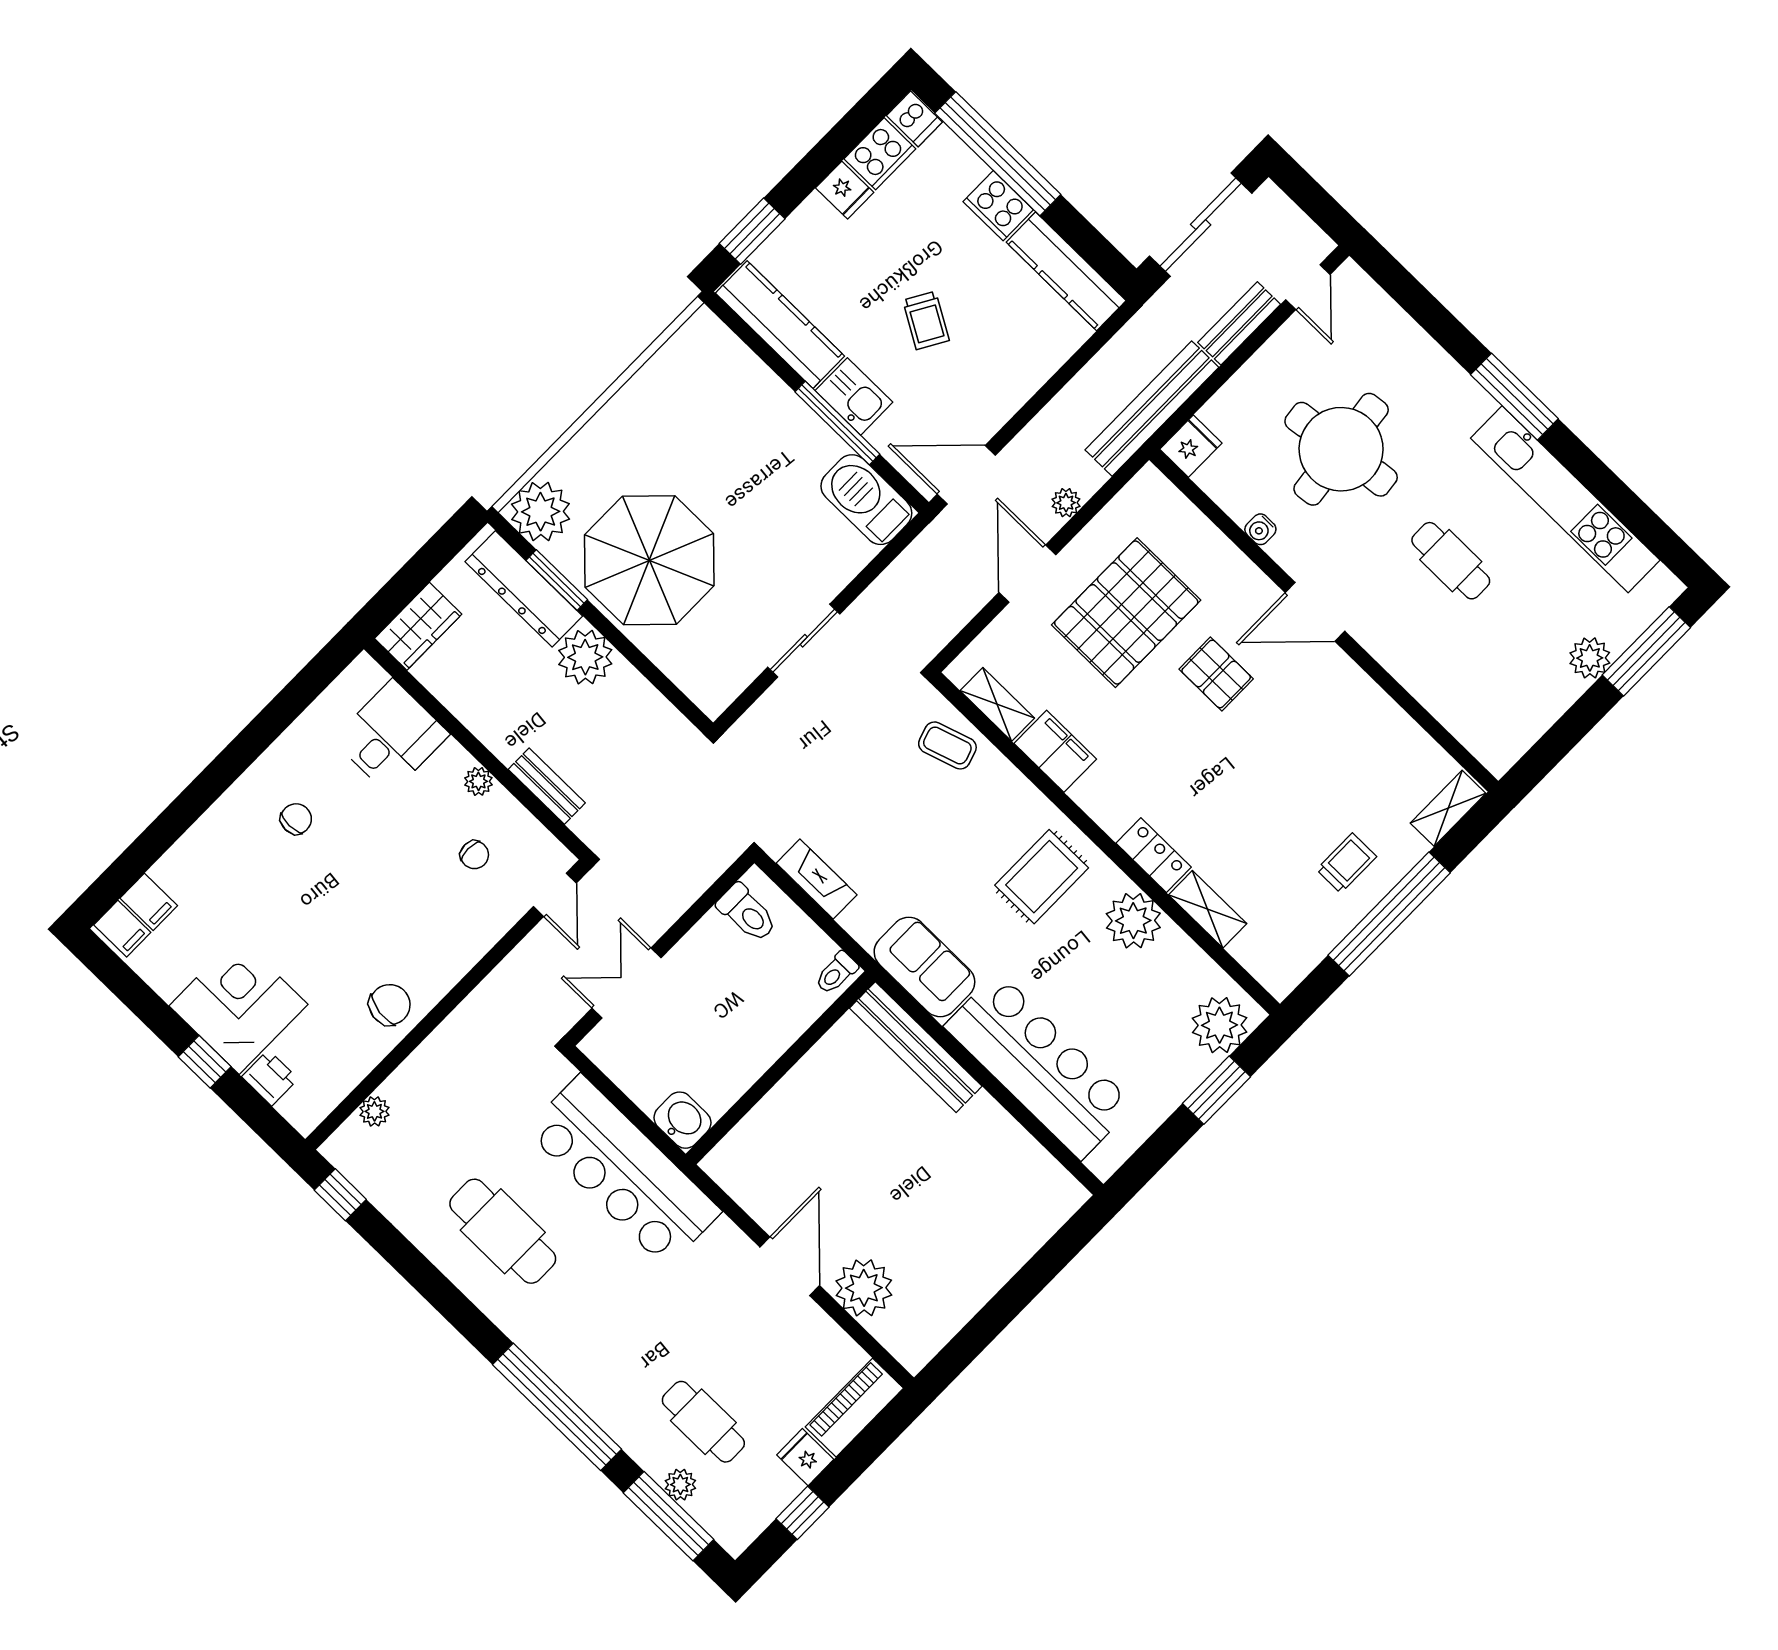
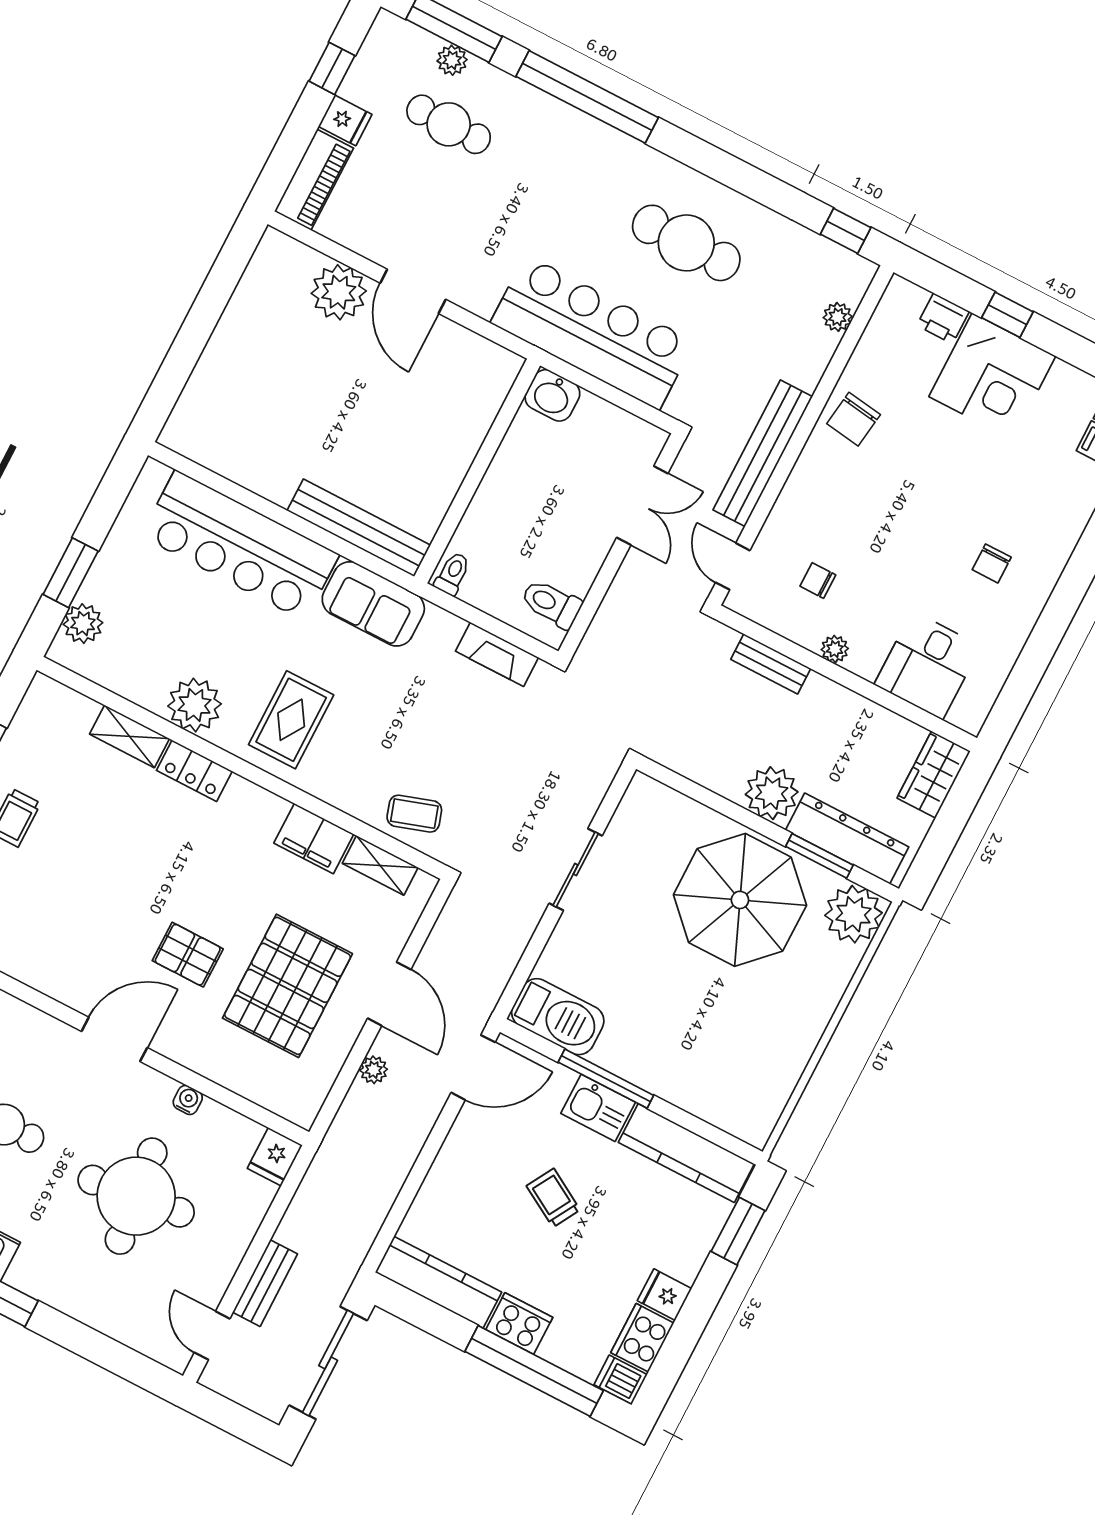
bench: (1152, 409) -> (763, 453), moved
plant: (1220, 1025) -> (83, 624), width x0.73, depth x0.73

